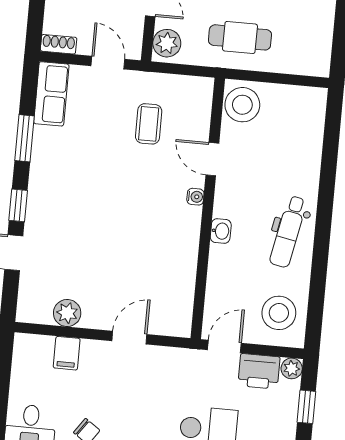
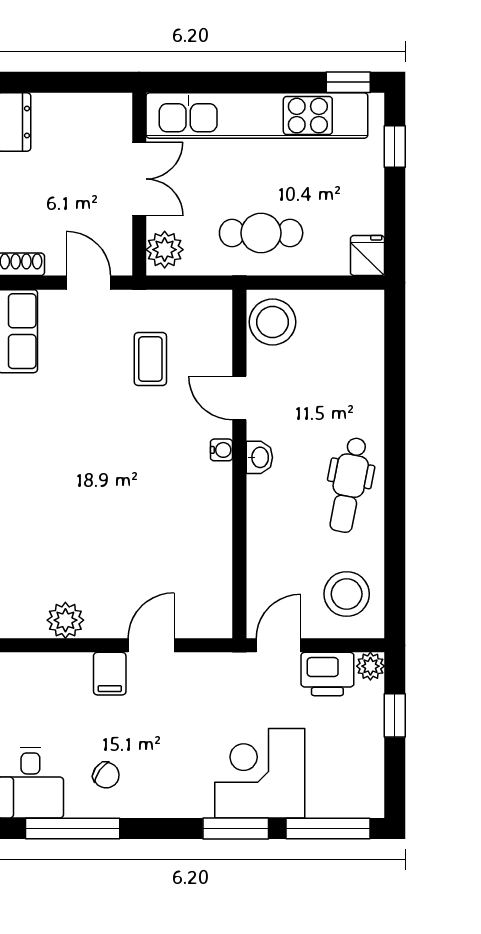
fridge: (318, 62) -> (368, 256), added
washbasin: (221, 231) -> (259, 457), moved
filing cabinet: (67, 353) -> (110, 674), moved

